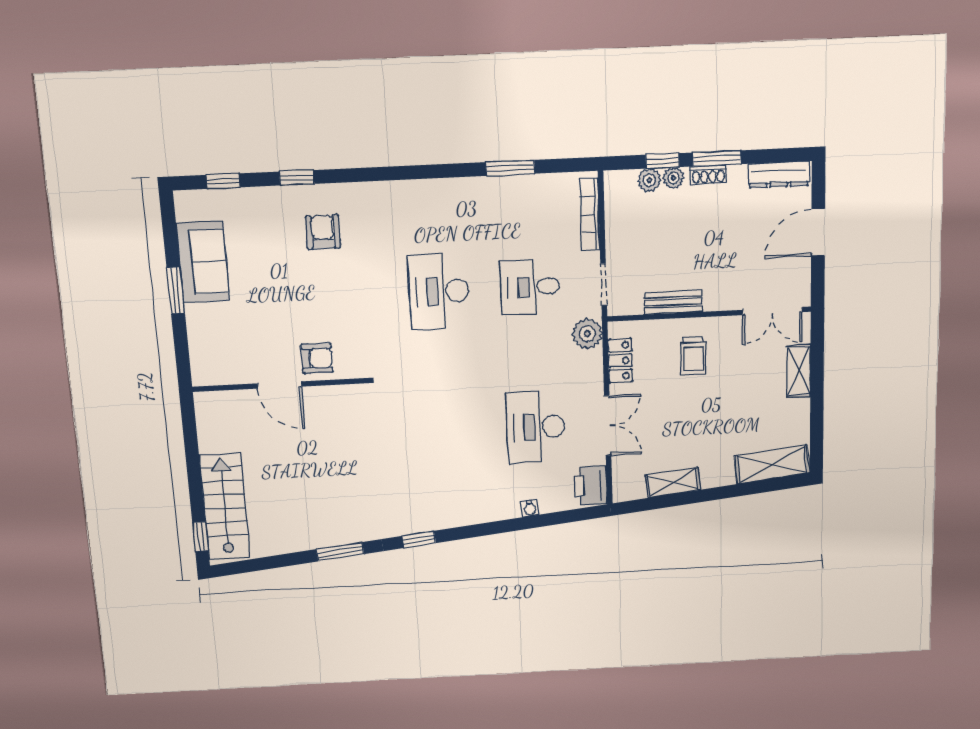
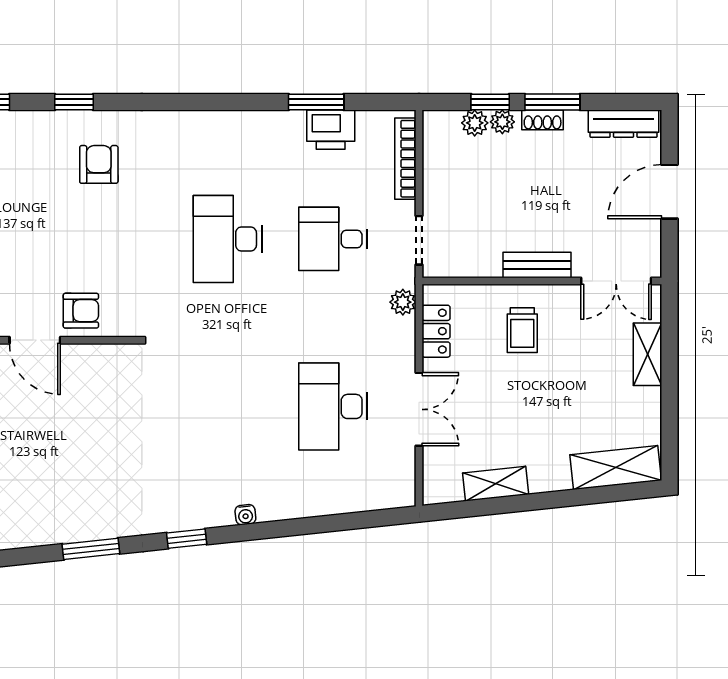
bench: (673, 302) -> (537, 265), moved
plant: (587, 334) -> (403, 302), width x0.73, depth x0.73
printer: (590, 486) -> (331, 130), moved, turned -90
water cooler: (530, 508) -> (245, 515), moved

